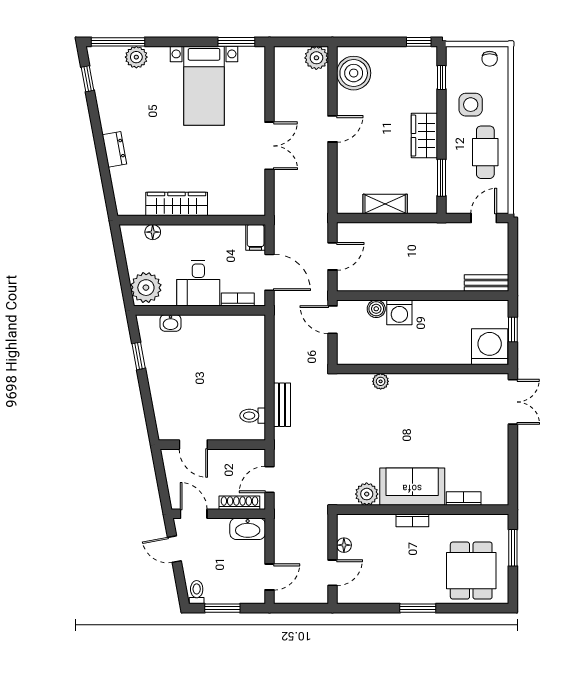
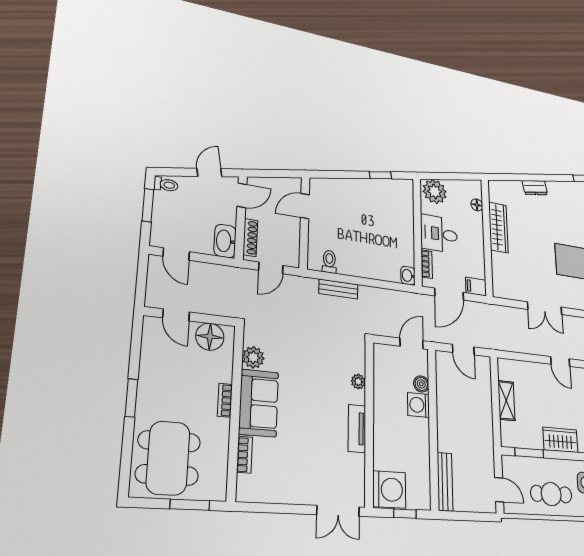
bench: (487, 283) -> (445, 482), width x1.36
washbasin: (171, 323) -> (408, 276), moved
tv unit: (430, 383) -> (357, 428), added
door: (270, 480) -> (271, 268), swing flipped
floor lamp: (344, 545) -> (210, 337), width x1.89, depth x1.89
dining table: (471, 571) -> (168, 458), width x1.38

